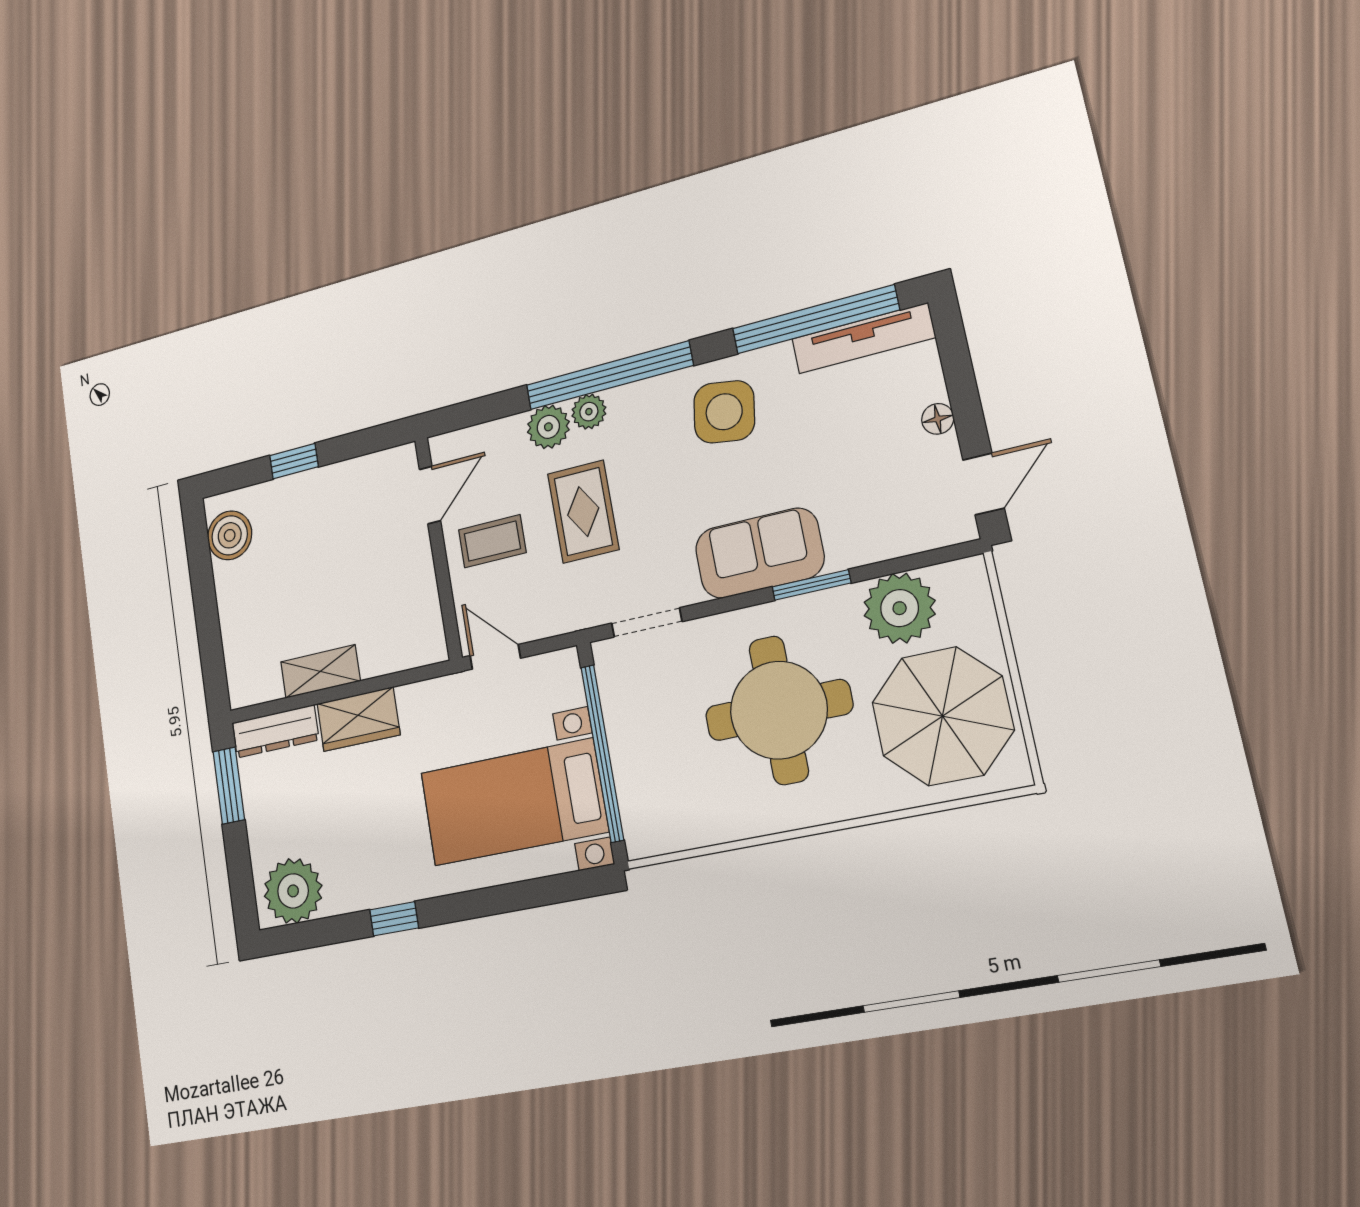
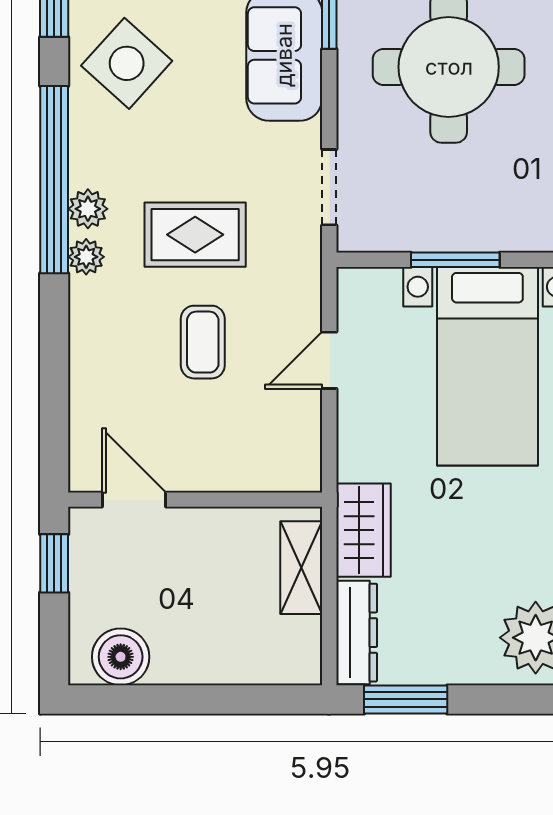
side table: (724, 412) -> (127, 63), turned 33
plant: (548, 427) -> (86, 257), width x0.73, depth x0.73
door: (430, 495) -> (134, 500), moved
wall: (438, 548) -> (195, 500), moved
window: (602, 753) -> (455, 260), width x0.47

